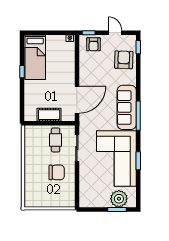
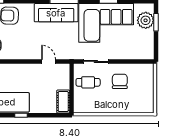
door: (77, 100) -> (49, 61), width x0.53
cot: (49, 115) -> (63, 102), moved

